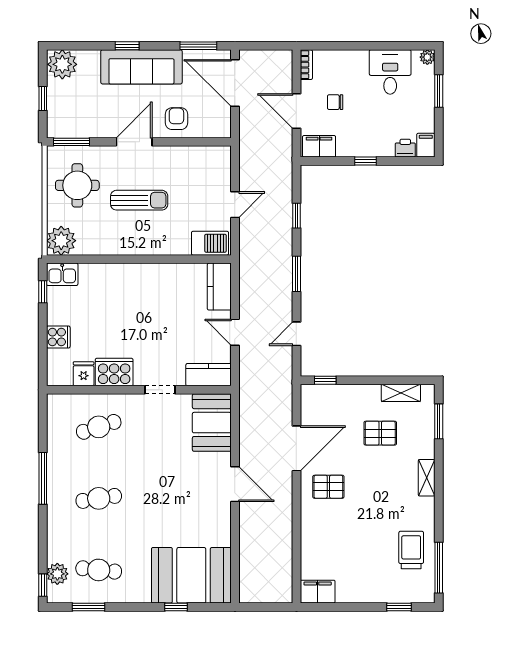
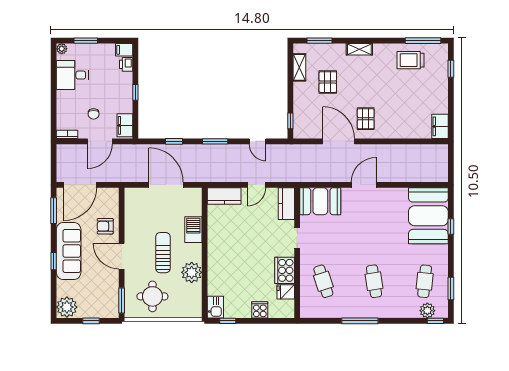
door: (235, 205) -> (166, 185), width x1.88
plant: (61, 241) -> (192, 272), moved
barbecue: (210, 243) -> (193, 230), moved

